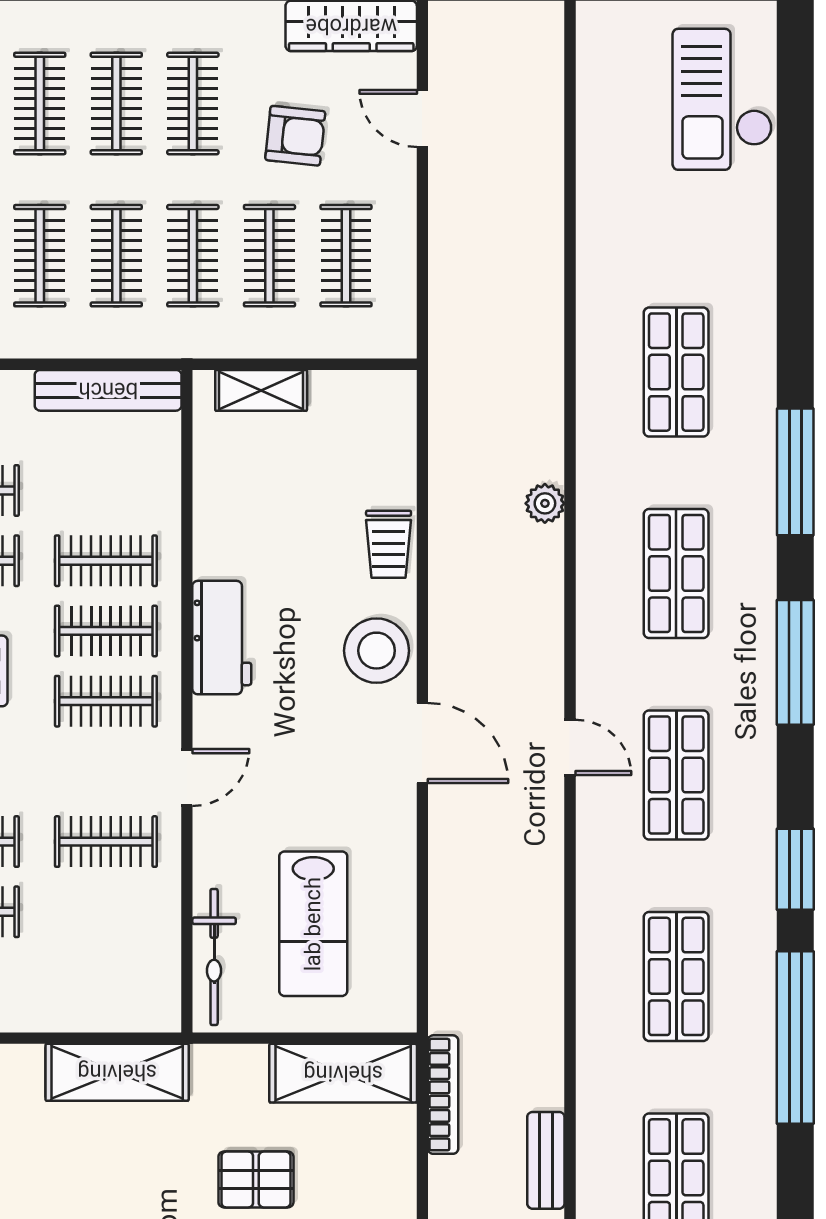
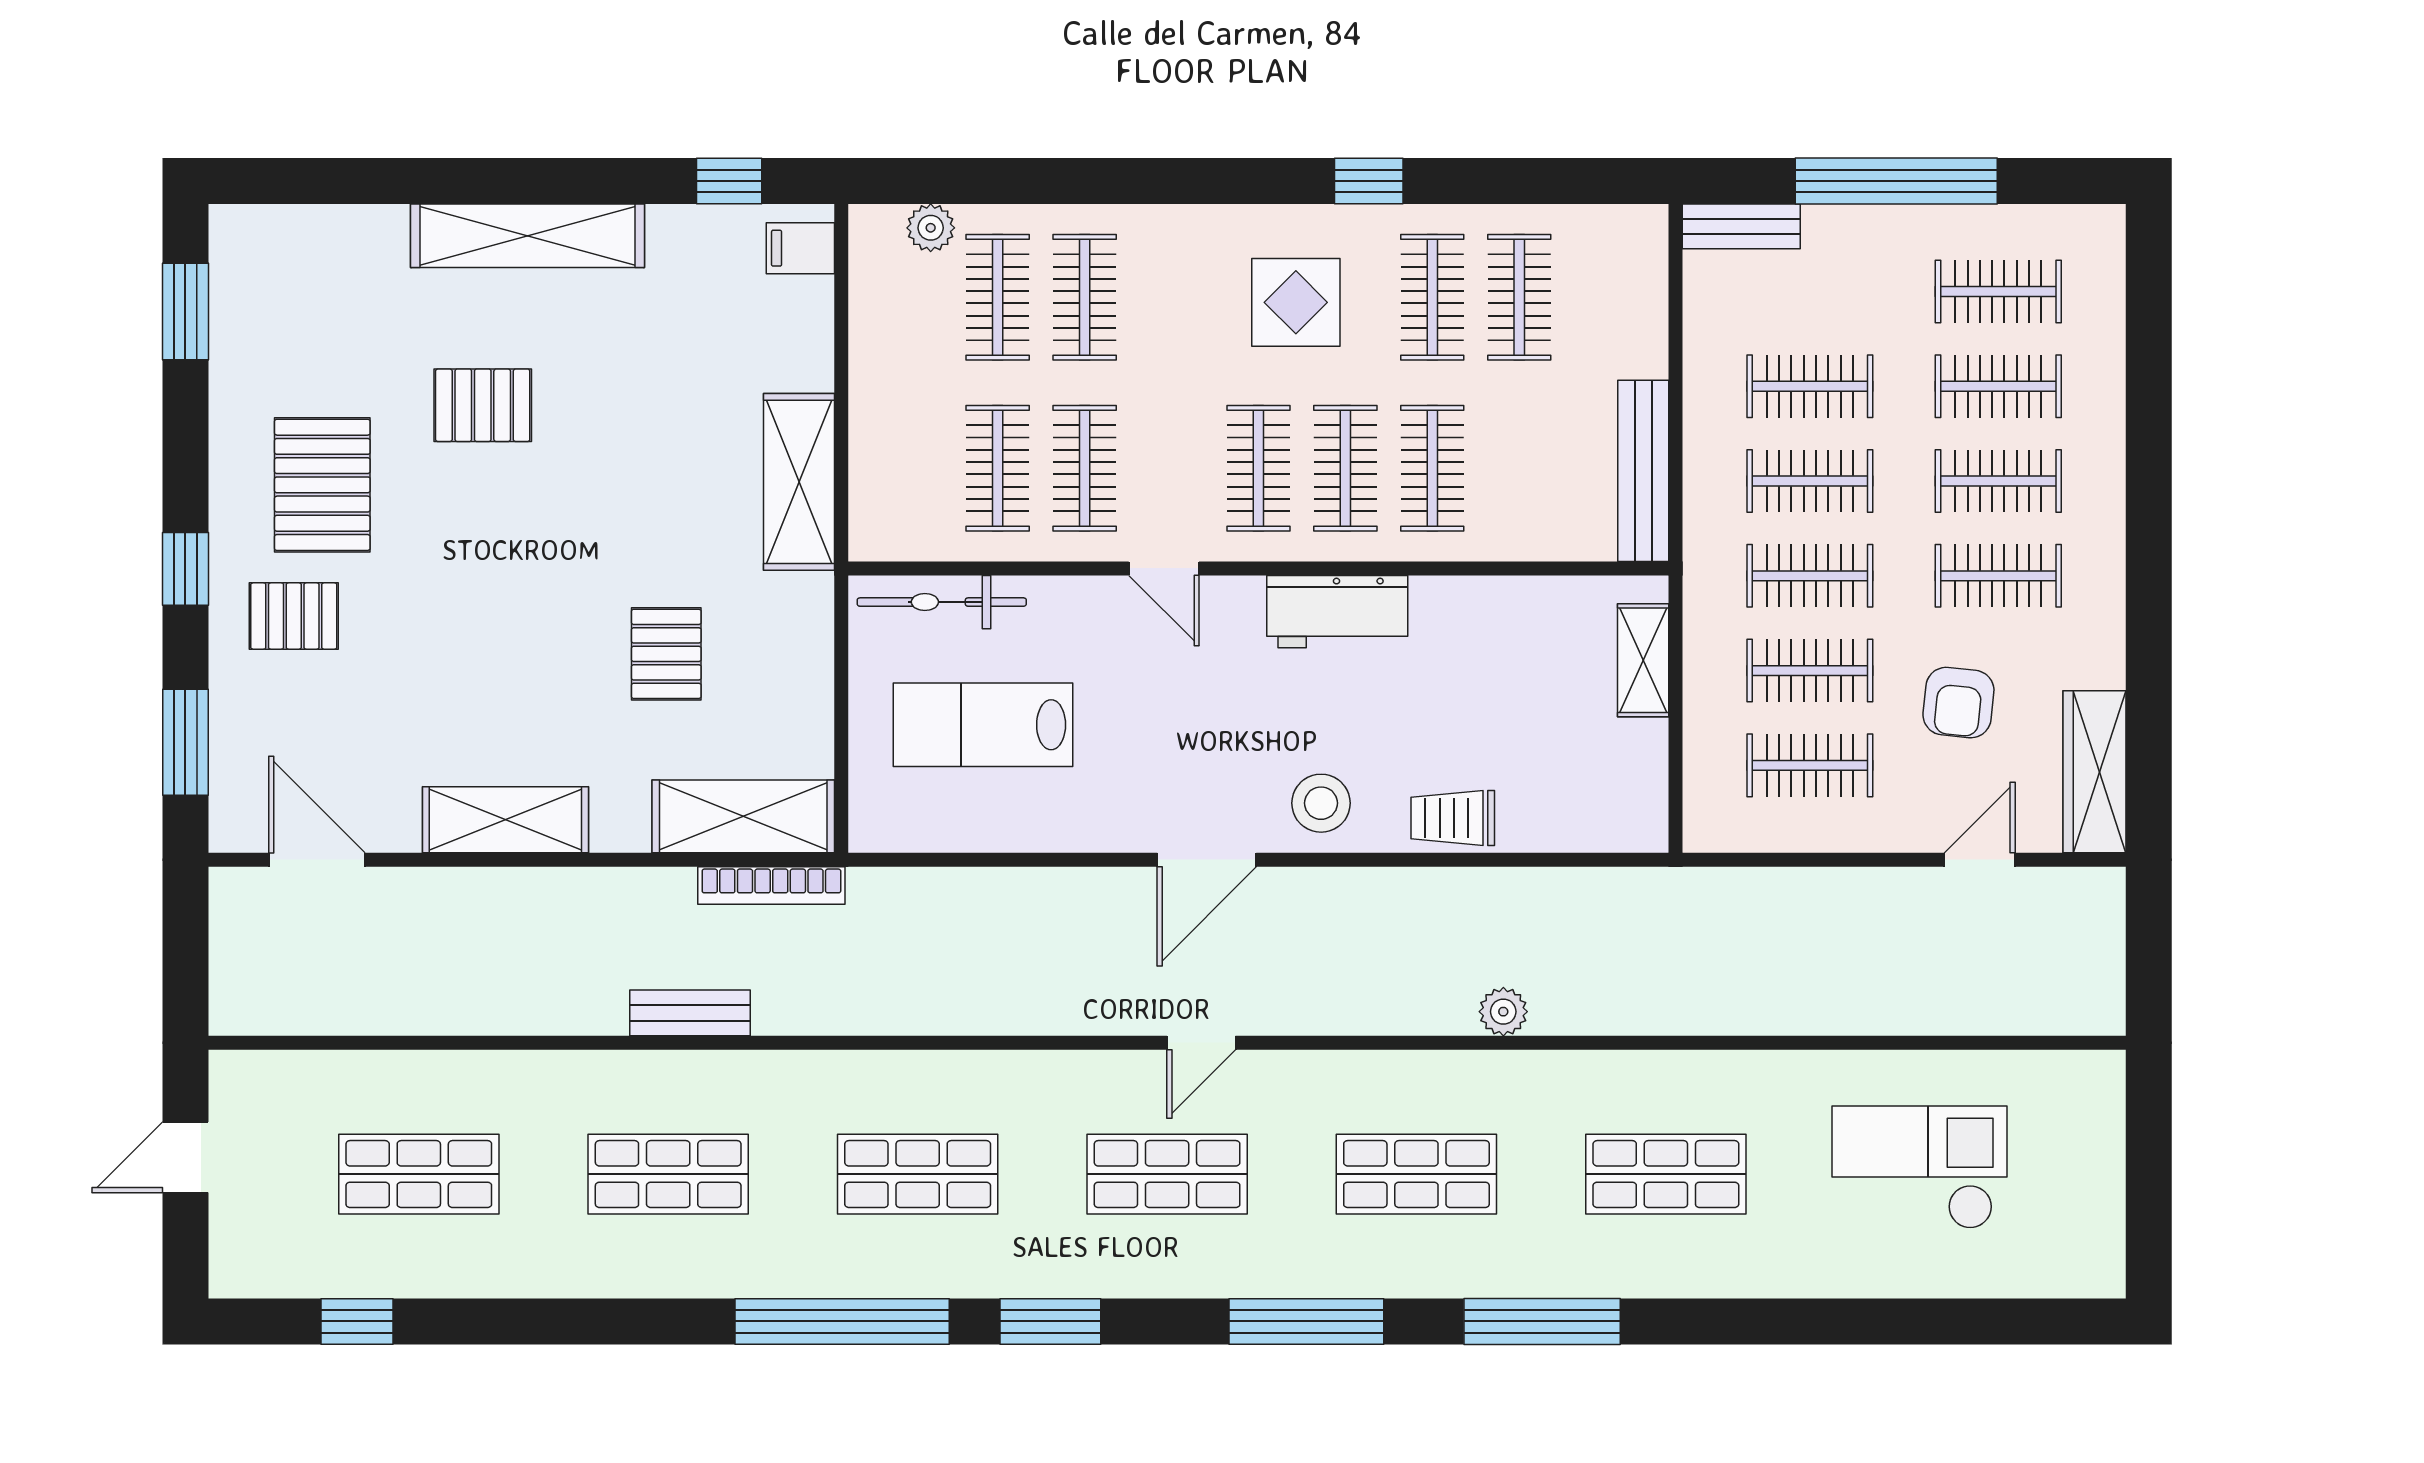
checkout: (722, 99) -> (1919, 1167), moved
stool: (377, 651) -> (1321, 803), width x0.73, depth x0.73
clothes rail: (106, 912) -> (998, 468), added
shelving: (343, 1073) -> (743, 816), moved, turned 90

